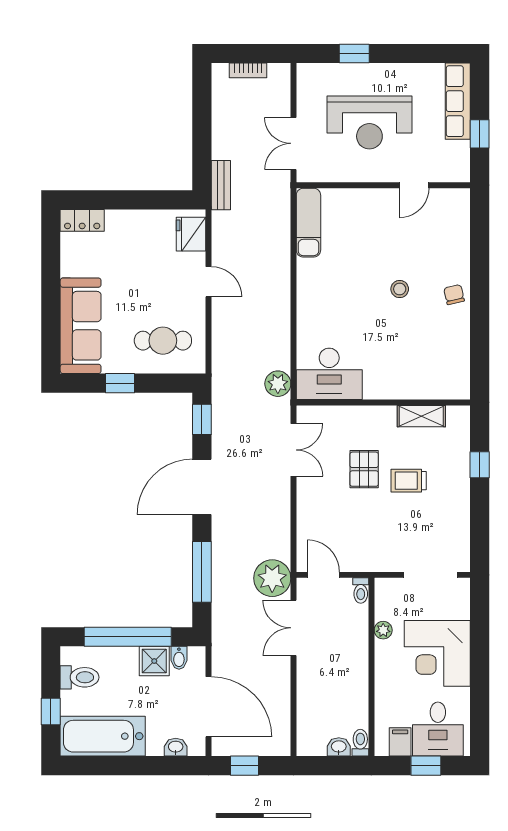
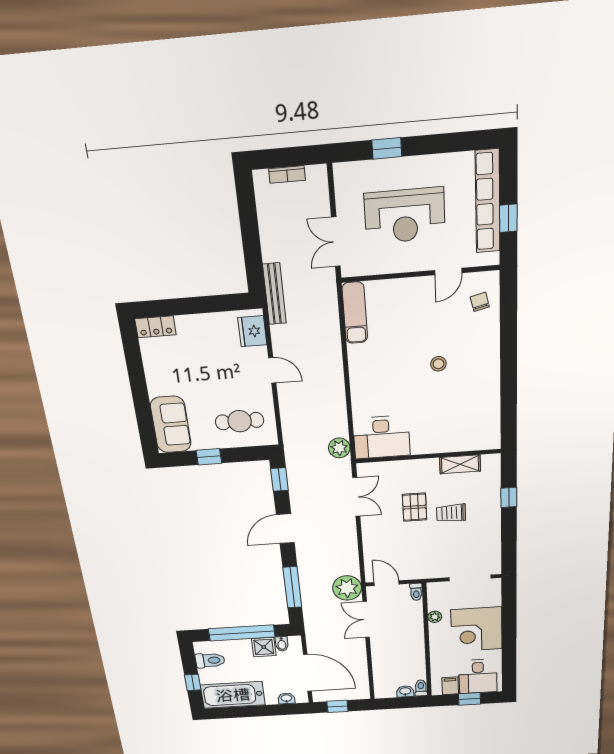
row of seats: (458, 101) -> (488, 202), width x1.36
bench: (221, 185) -> (274, 294), width x1.36
chair: (454, 295) -> (480, 302), moved
sofa: (81, 326) -> (171, 425), width x0.73
door: (202, 487) -> (285, 529), width x0.73

